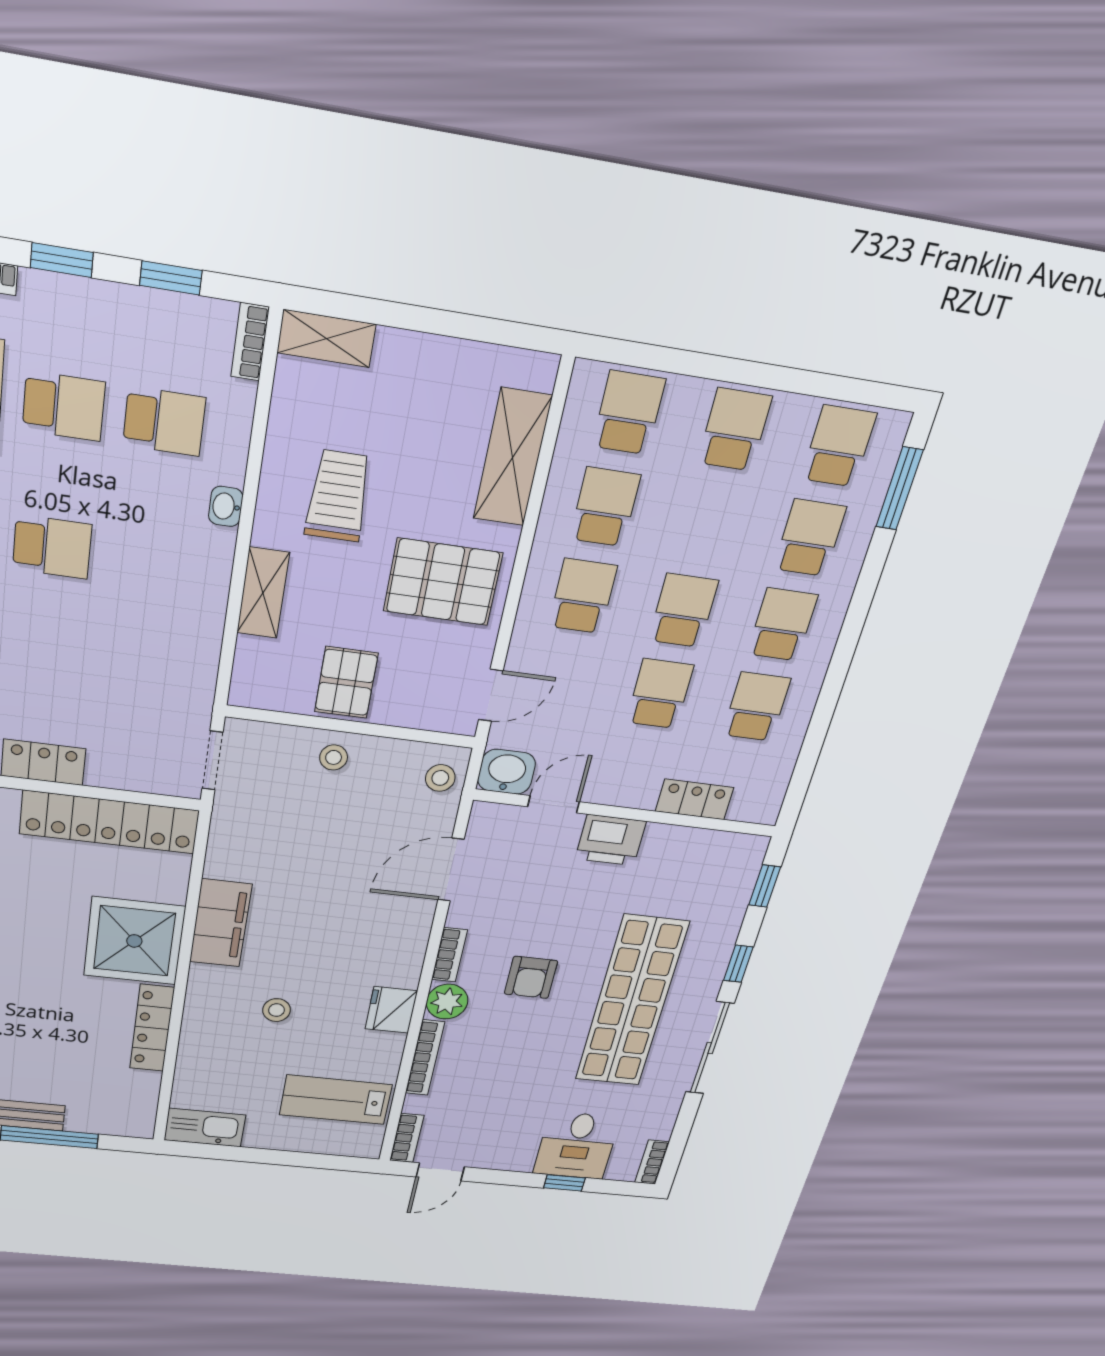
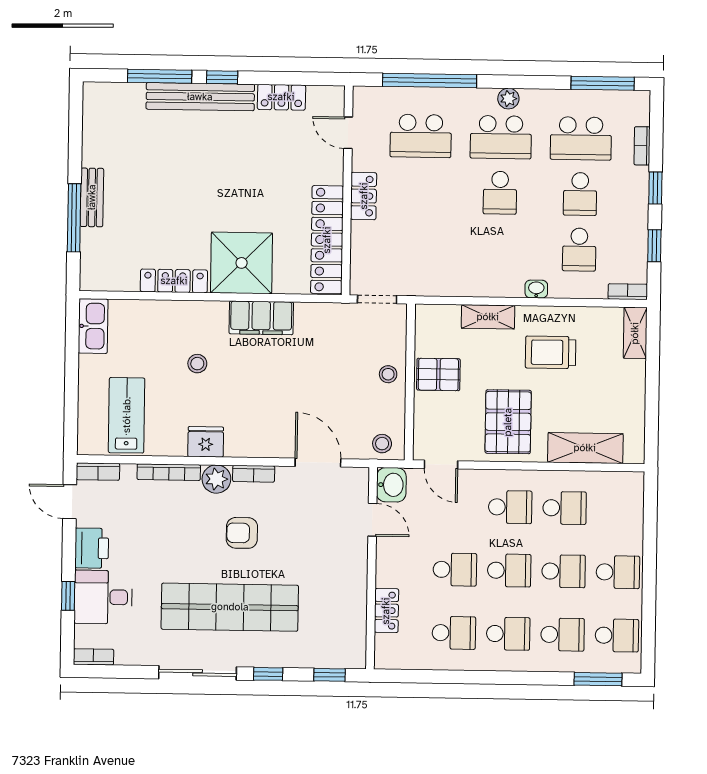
school desk: (629, 413) -> (564, 571), moved
trolley: (338, 496) -> (551, 352), turned 180
printer: (611, 840) -> (92, 548), moved, turned 180

